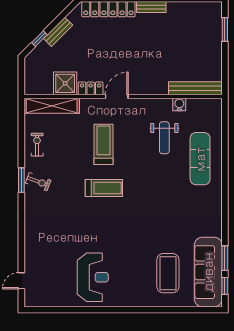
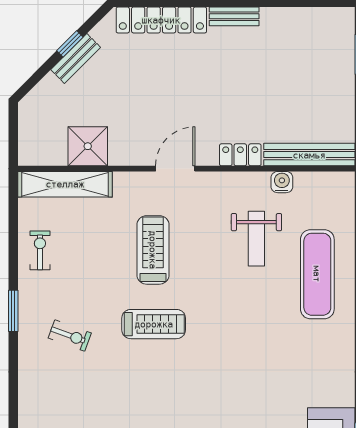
window: (39, 39) -> (70, 44), moved
locker: (91, 88) -> (240, 155), moved
exercise bike: (38, 182) -> (70, 335), moved

